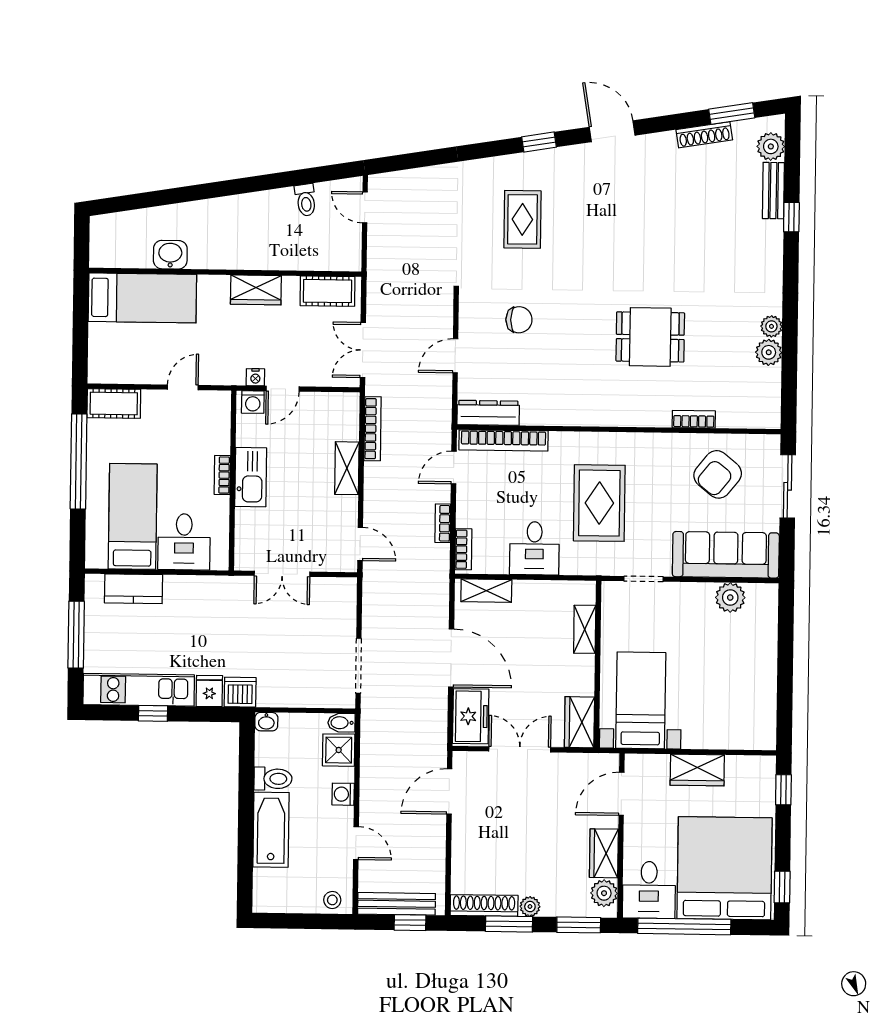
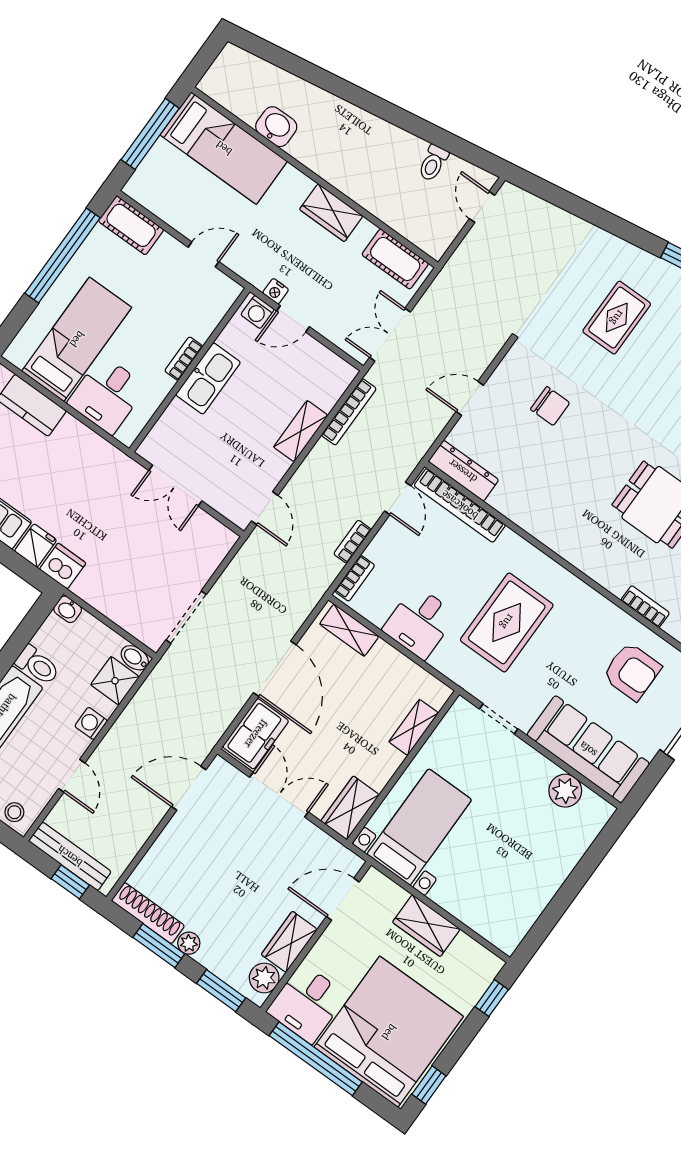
window: (80, 326) -> (150, 134), added
door: (454, 468) -> (398, 498), swing flipped
armchair: (718, 474) -> (632, 671), turned -129

